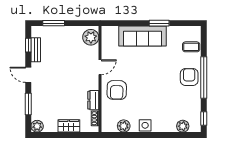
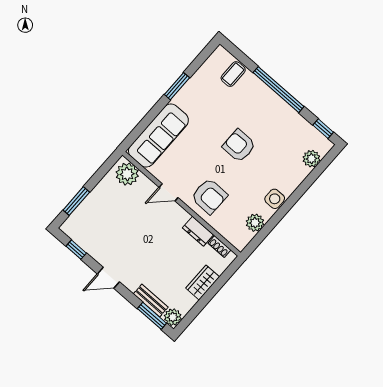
sofa: (142, 36) -> (158, 136), moved
bench: (36, 50) -> (151, 301), moved
door: (100, 67) -> (169, 192), swing flipped
armchair: (189, 77) -> (239, 146), moved
window: (28, 104) -> (152, 316), moved

